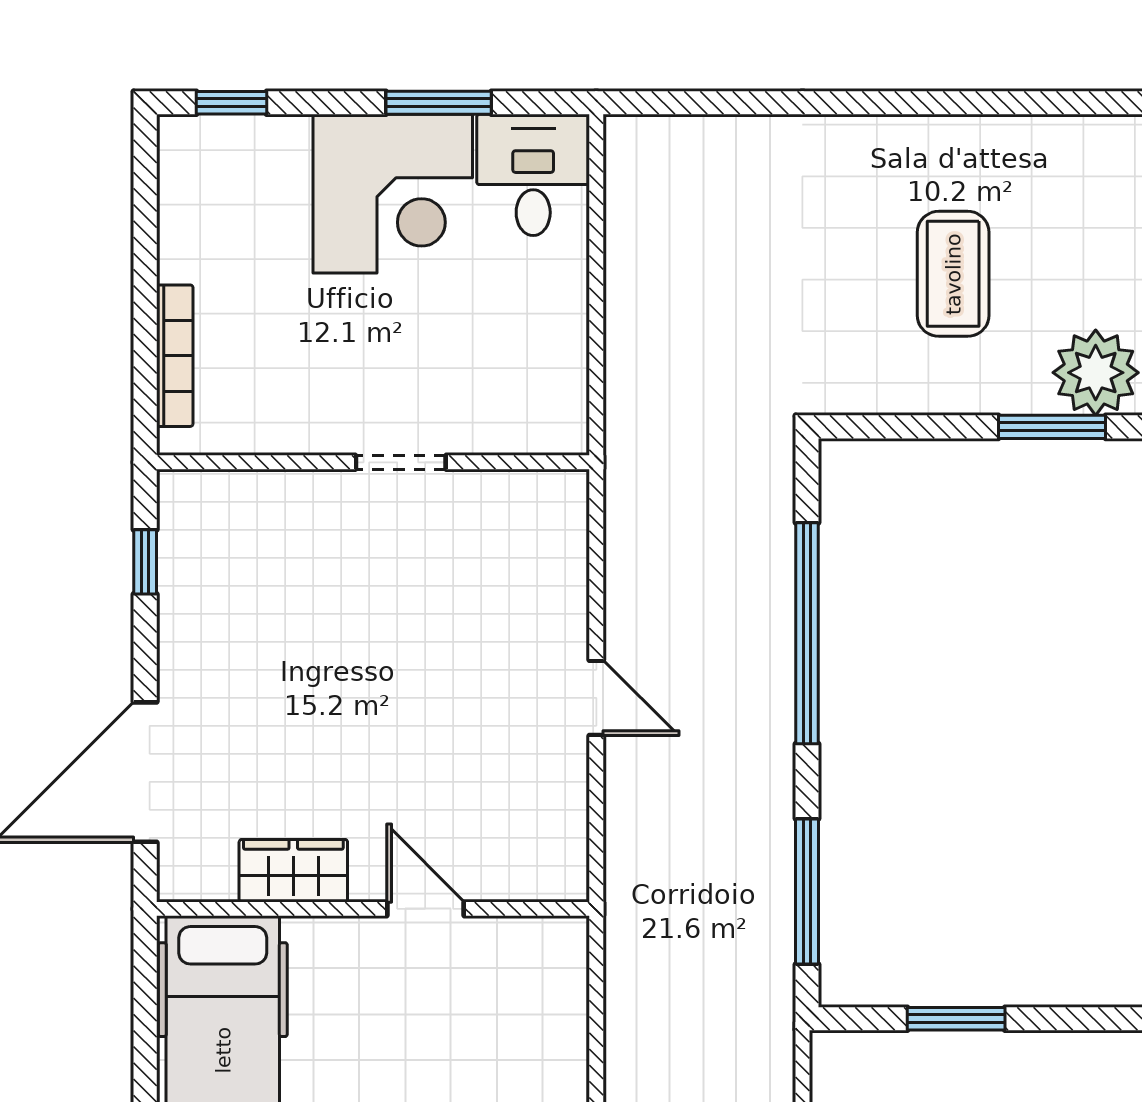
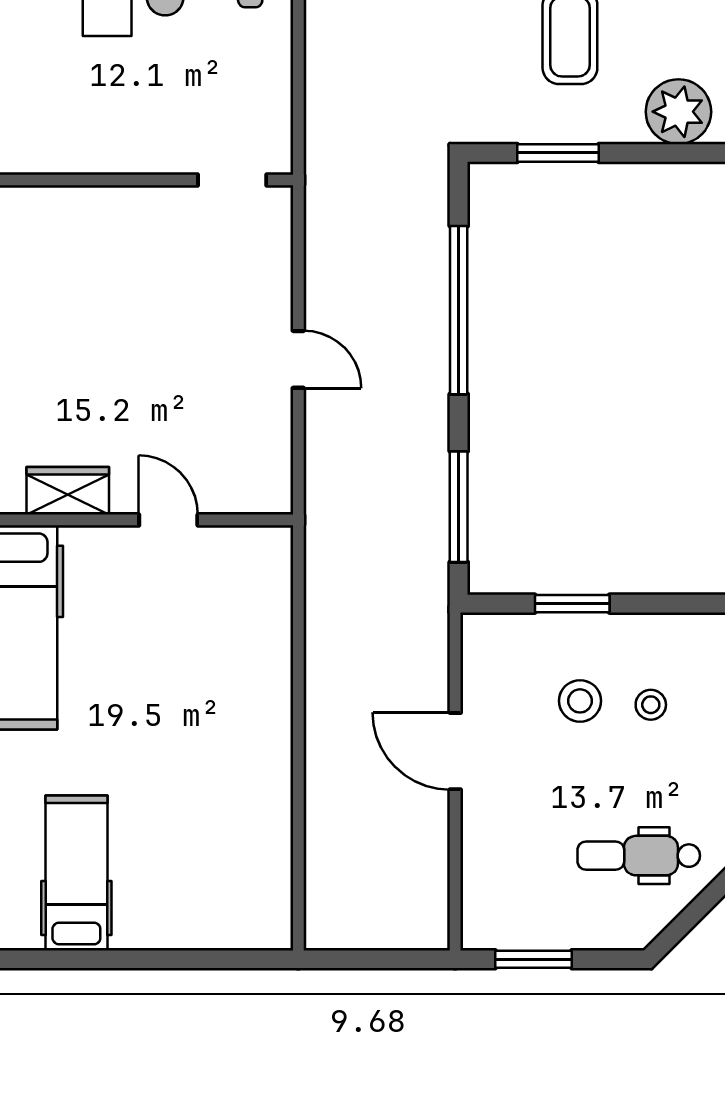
window: (1052, 427) -> (558, 153), moved
doorway: (401, 462) -> (232, 180), moved

